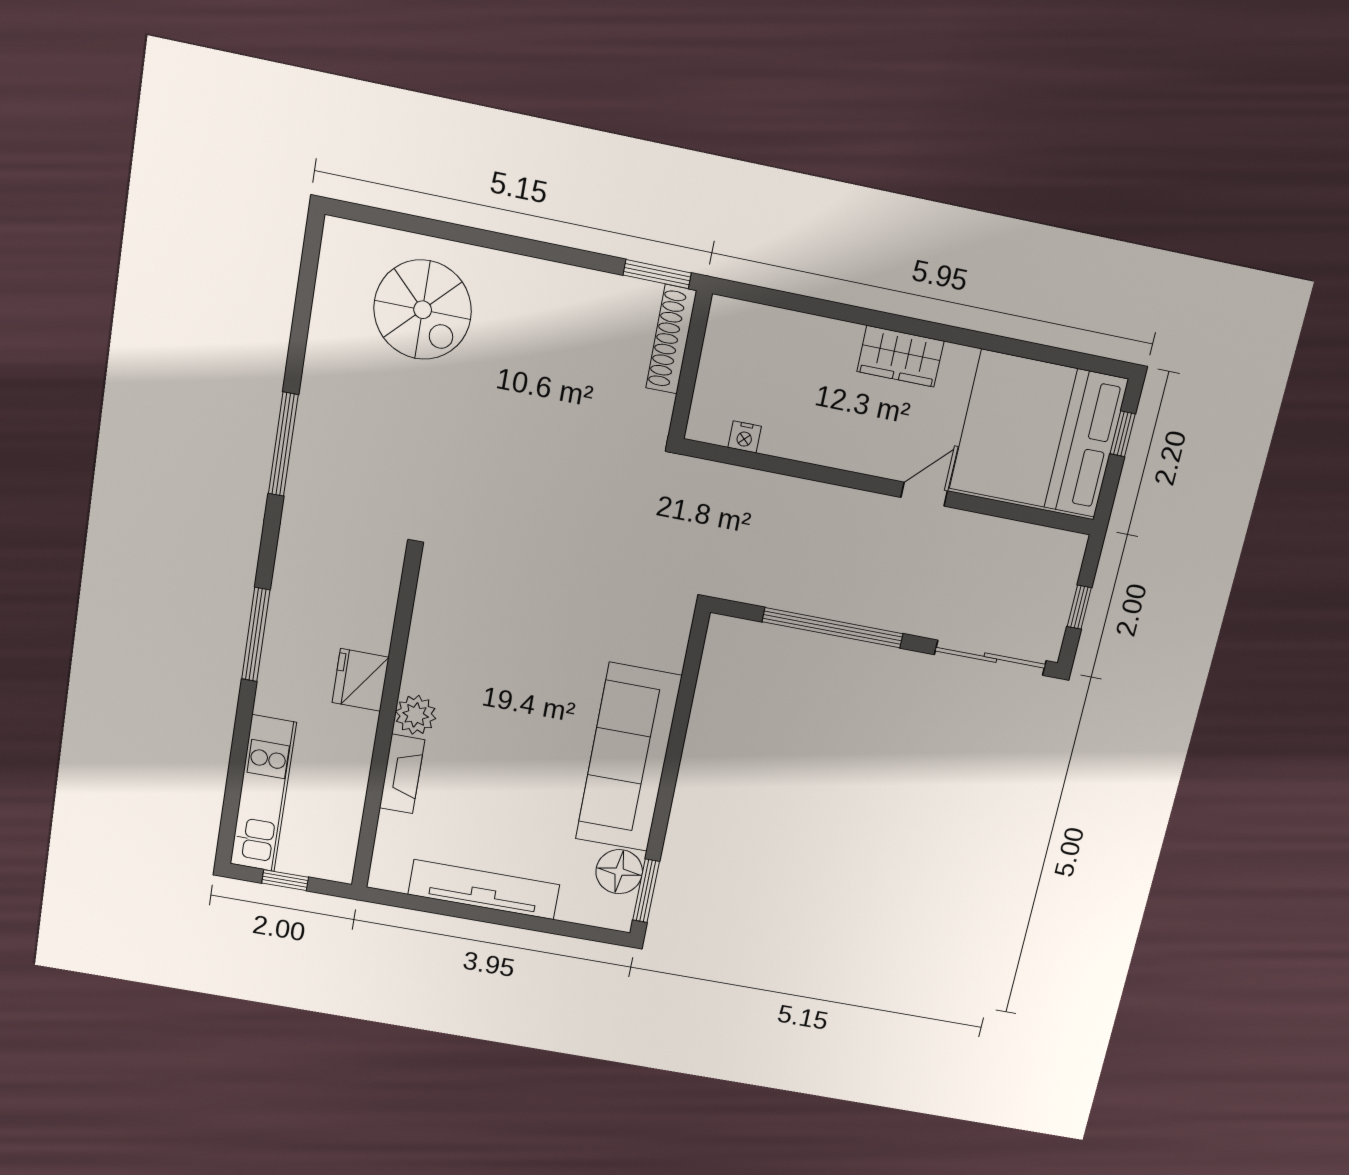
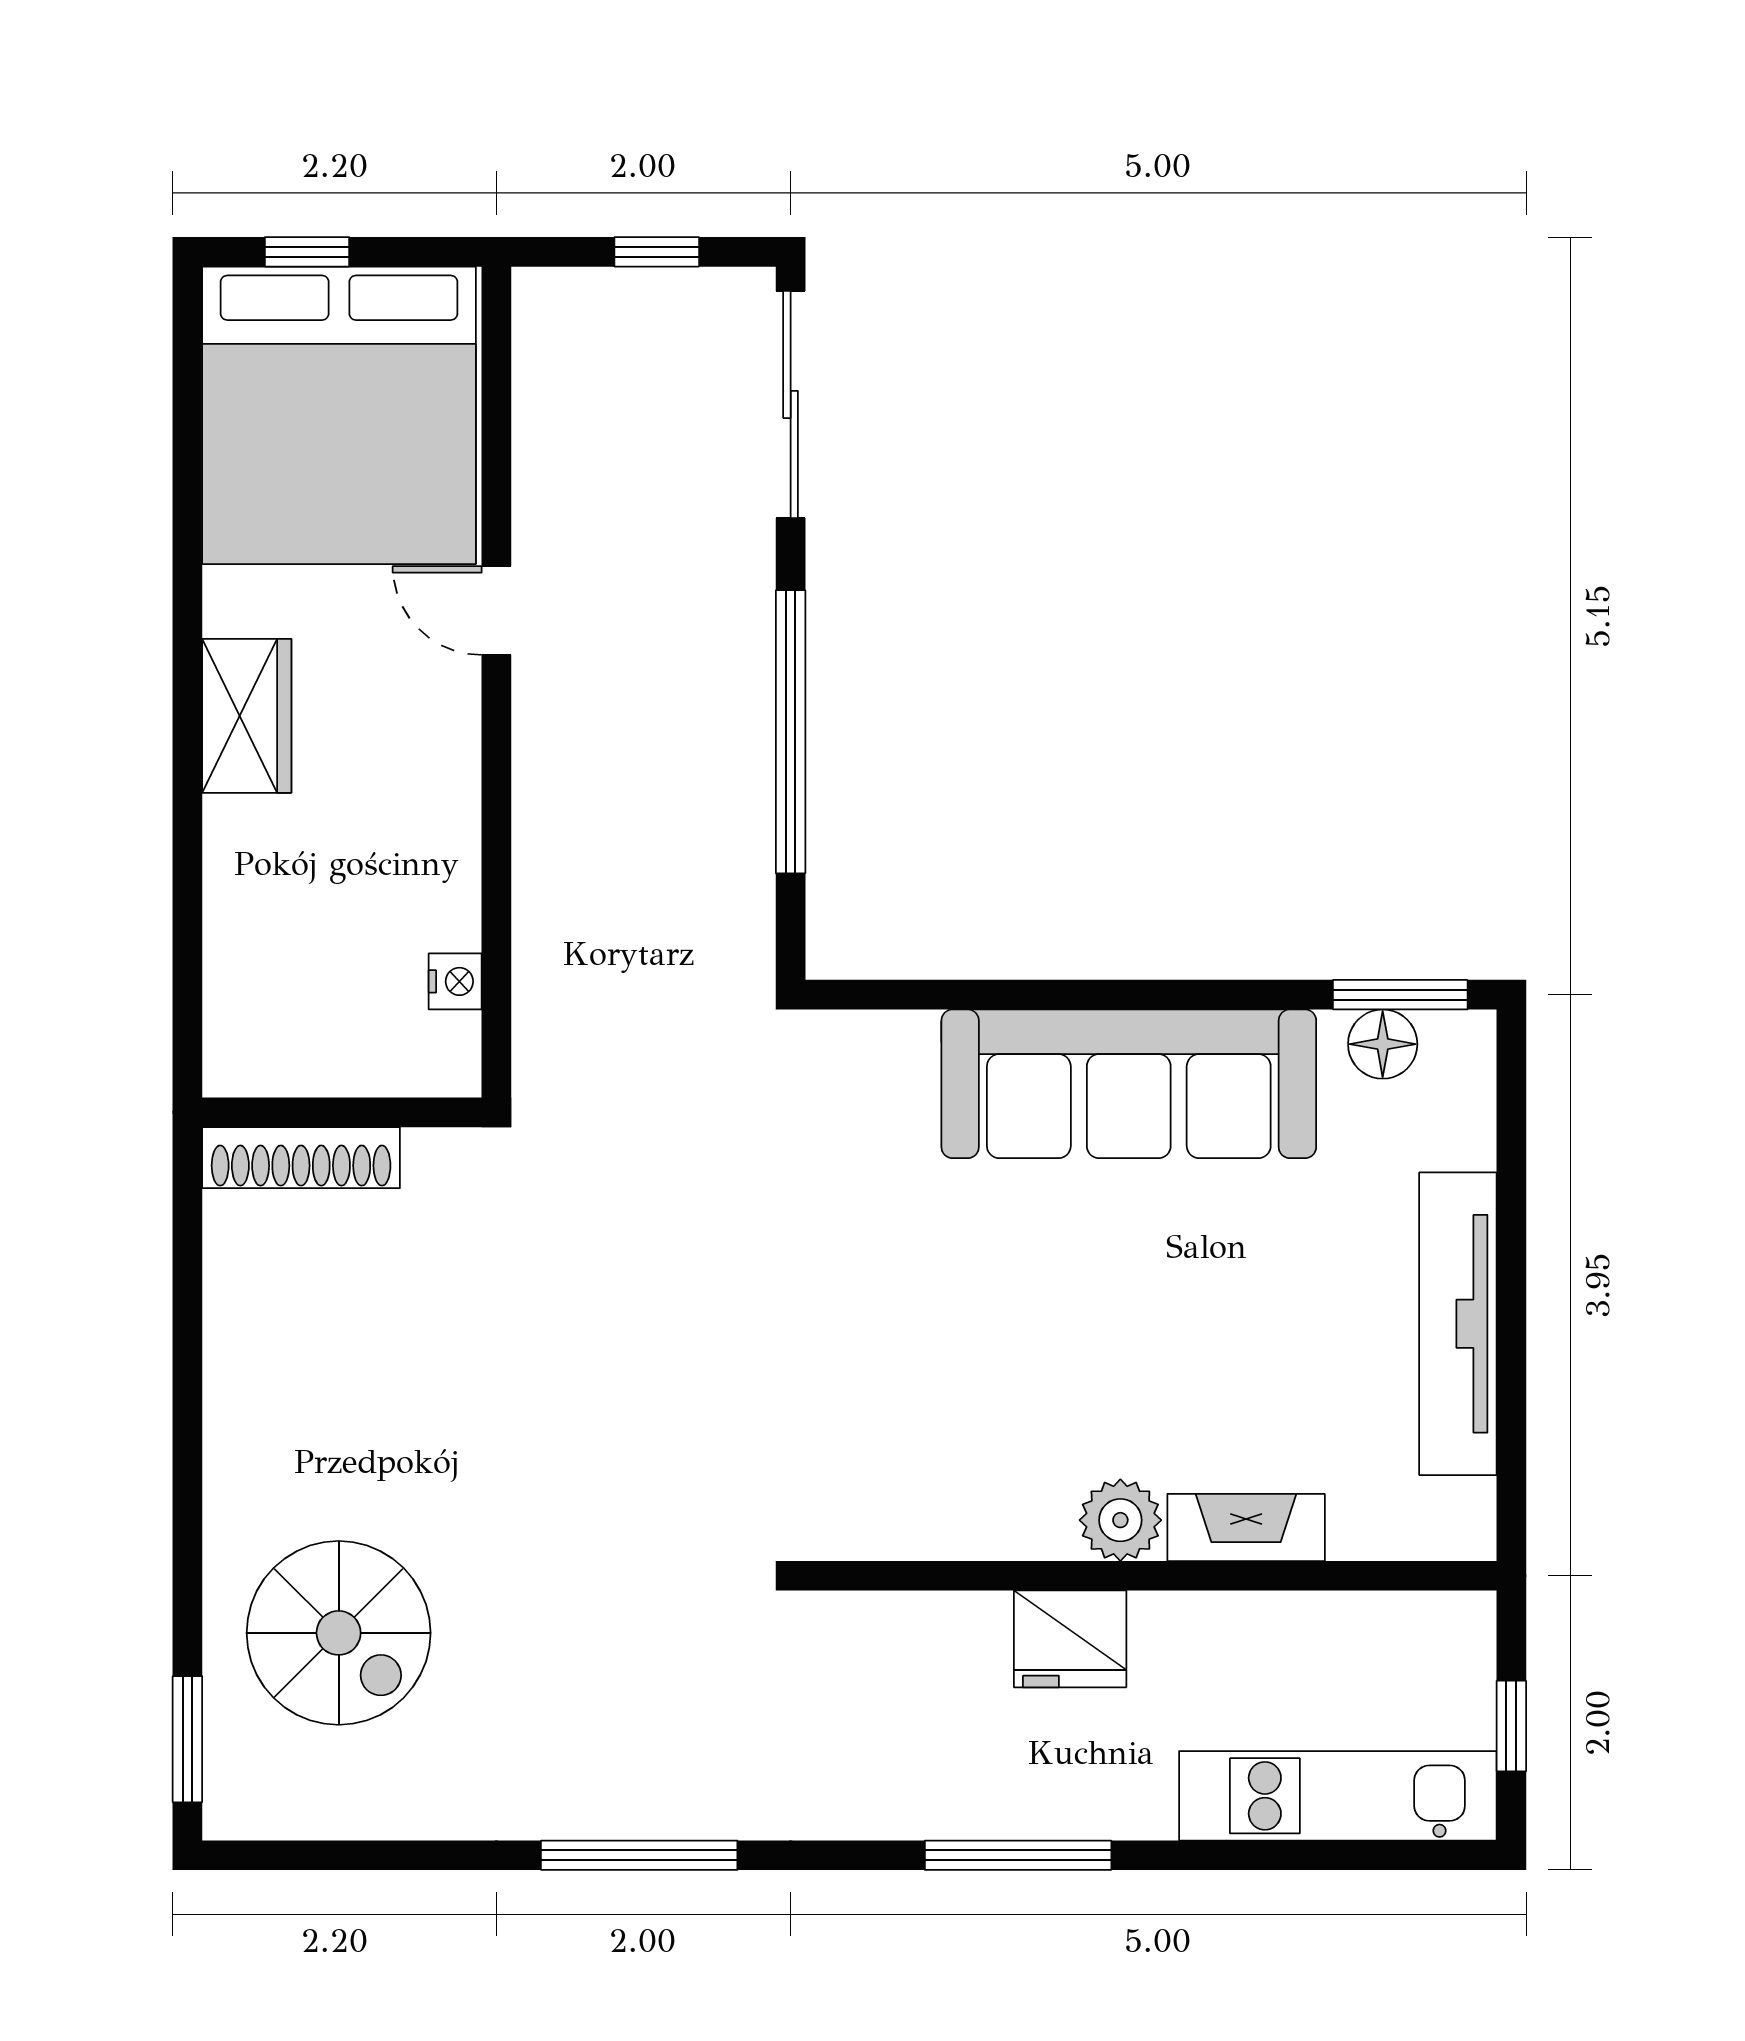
window: (657, 274) -> (187, 1739), moved
spiral stairs: (423, 310) -> (339, 1633), turned 90
floor lamp: (619, 872) -> (1383, 1044), width x0.73, depth x0.73

